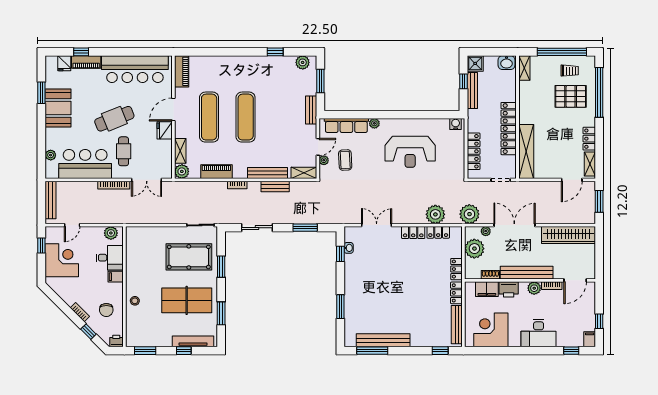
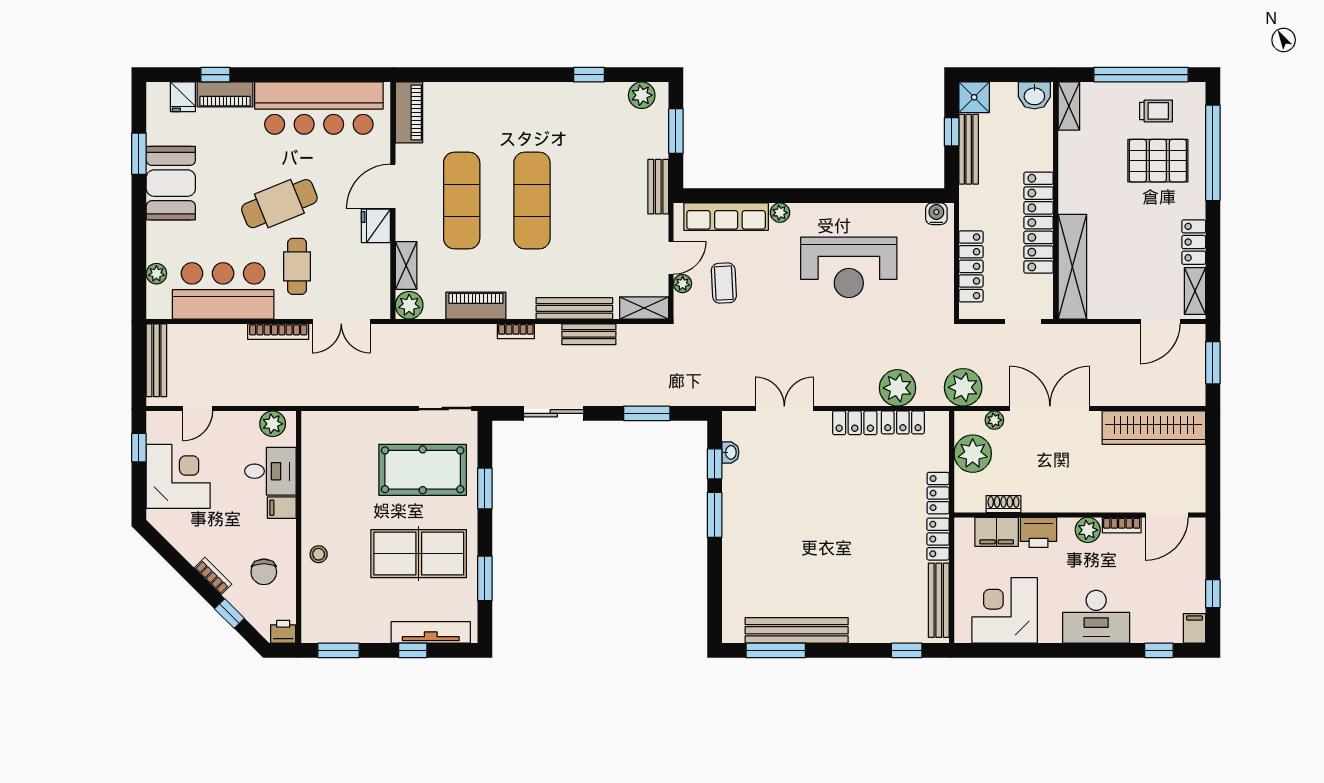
bench: (527, 273) -> (1073, 500), removed
window: (340, 307) -> (715, 515), moved

